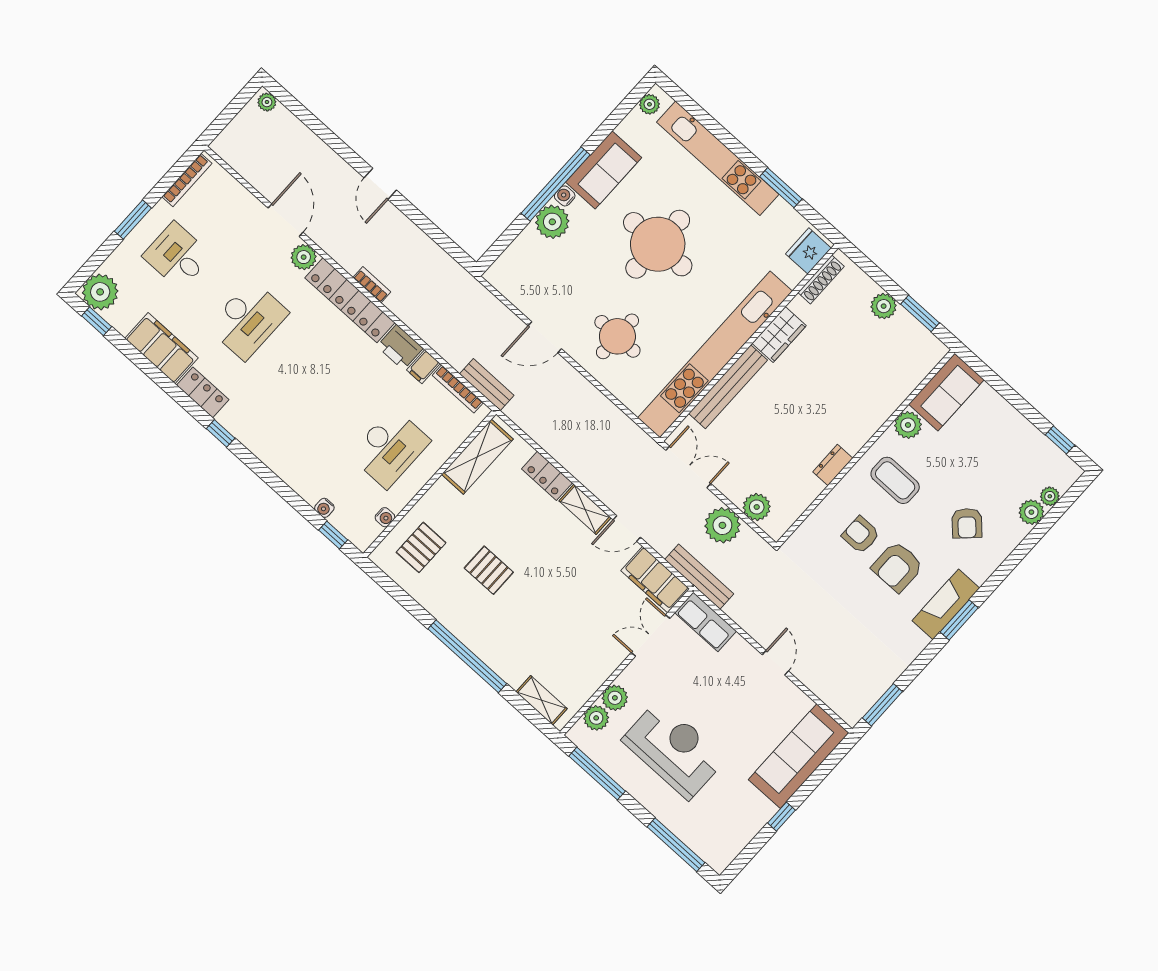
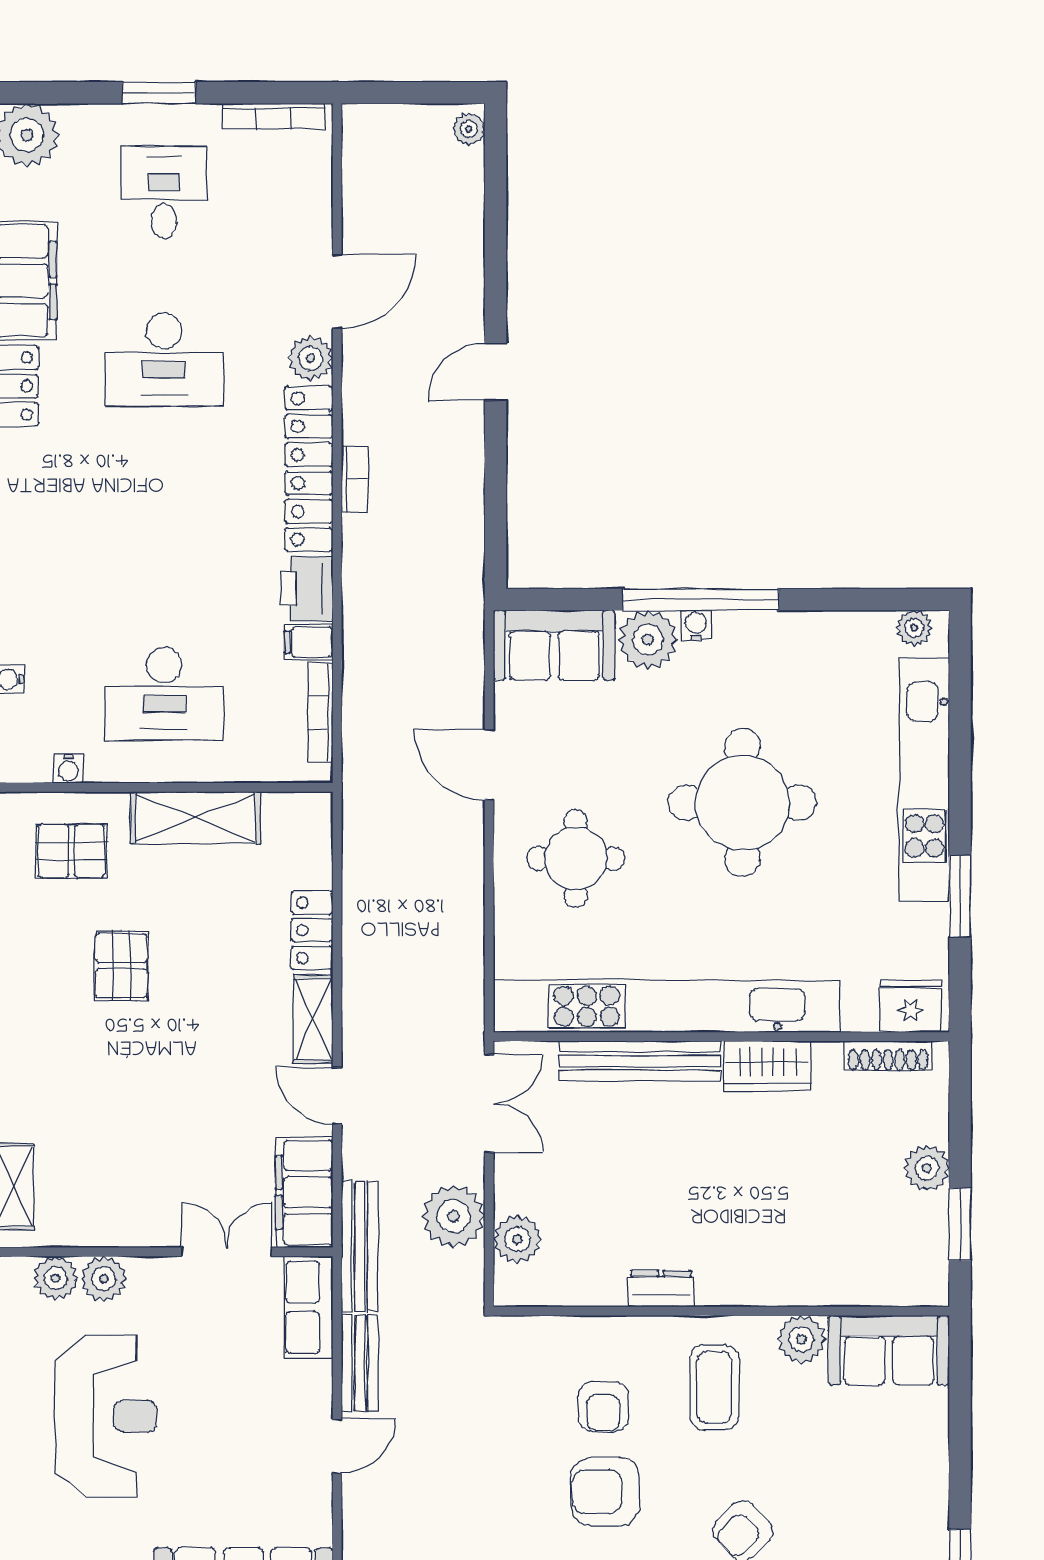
sofa: (604, 170) -> (554, 645), moved
bench: (487, 385) -> (360, 1363), moved
shelving: (477, 457) -> (195, 818), moved
armchair: (861, 535) -> (603, 1407), turned 180

